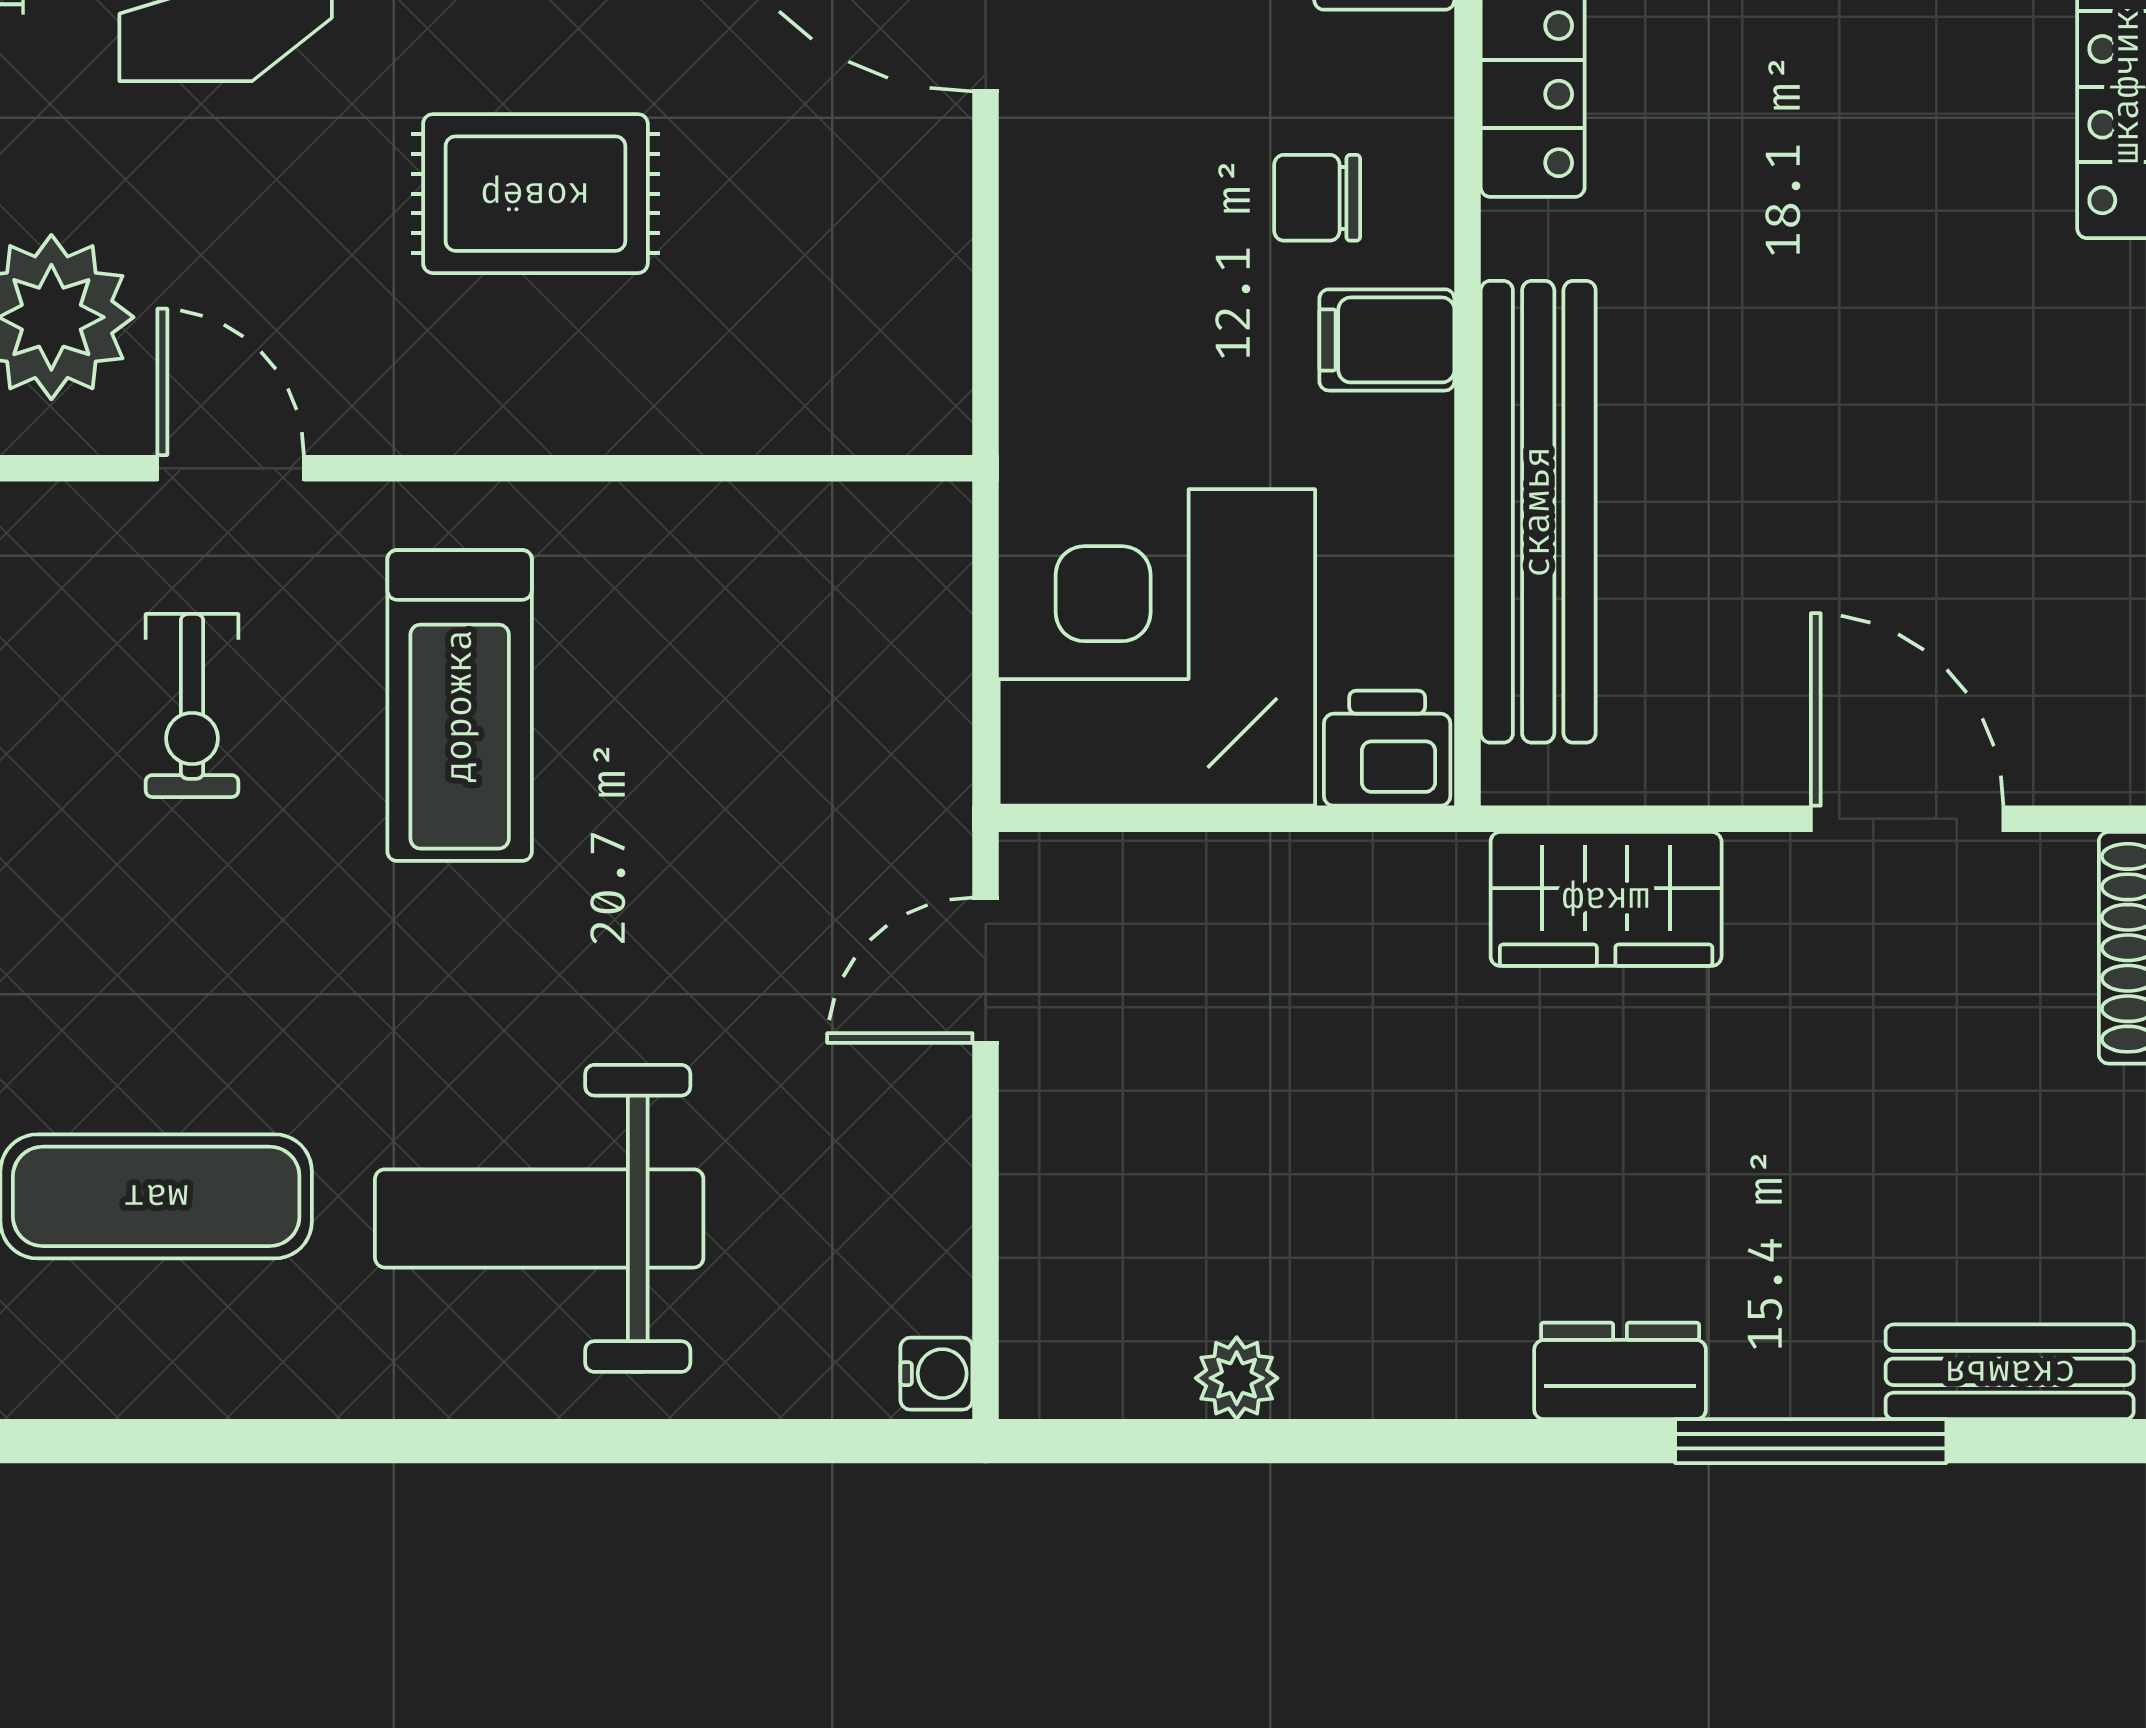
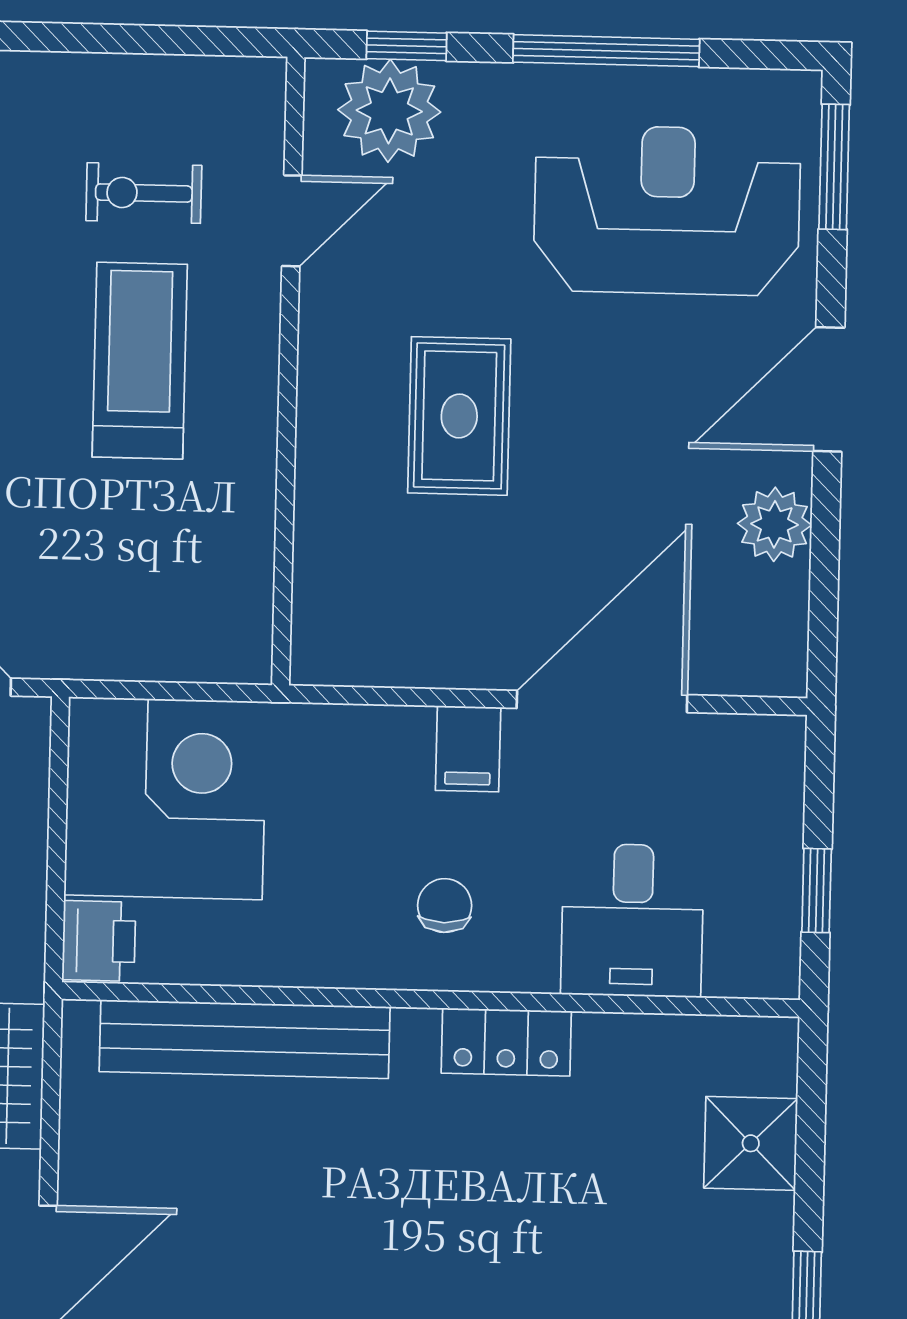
filing cabinet: (1387, 340) -> (468, 749), moved, turned 180
treadmill: (460, 706) -> (140, 361), turned 90

